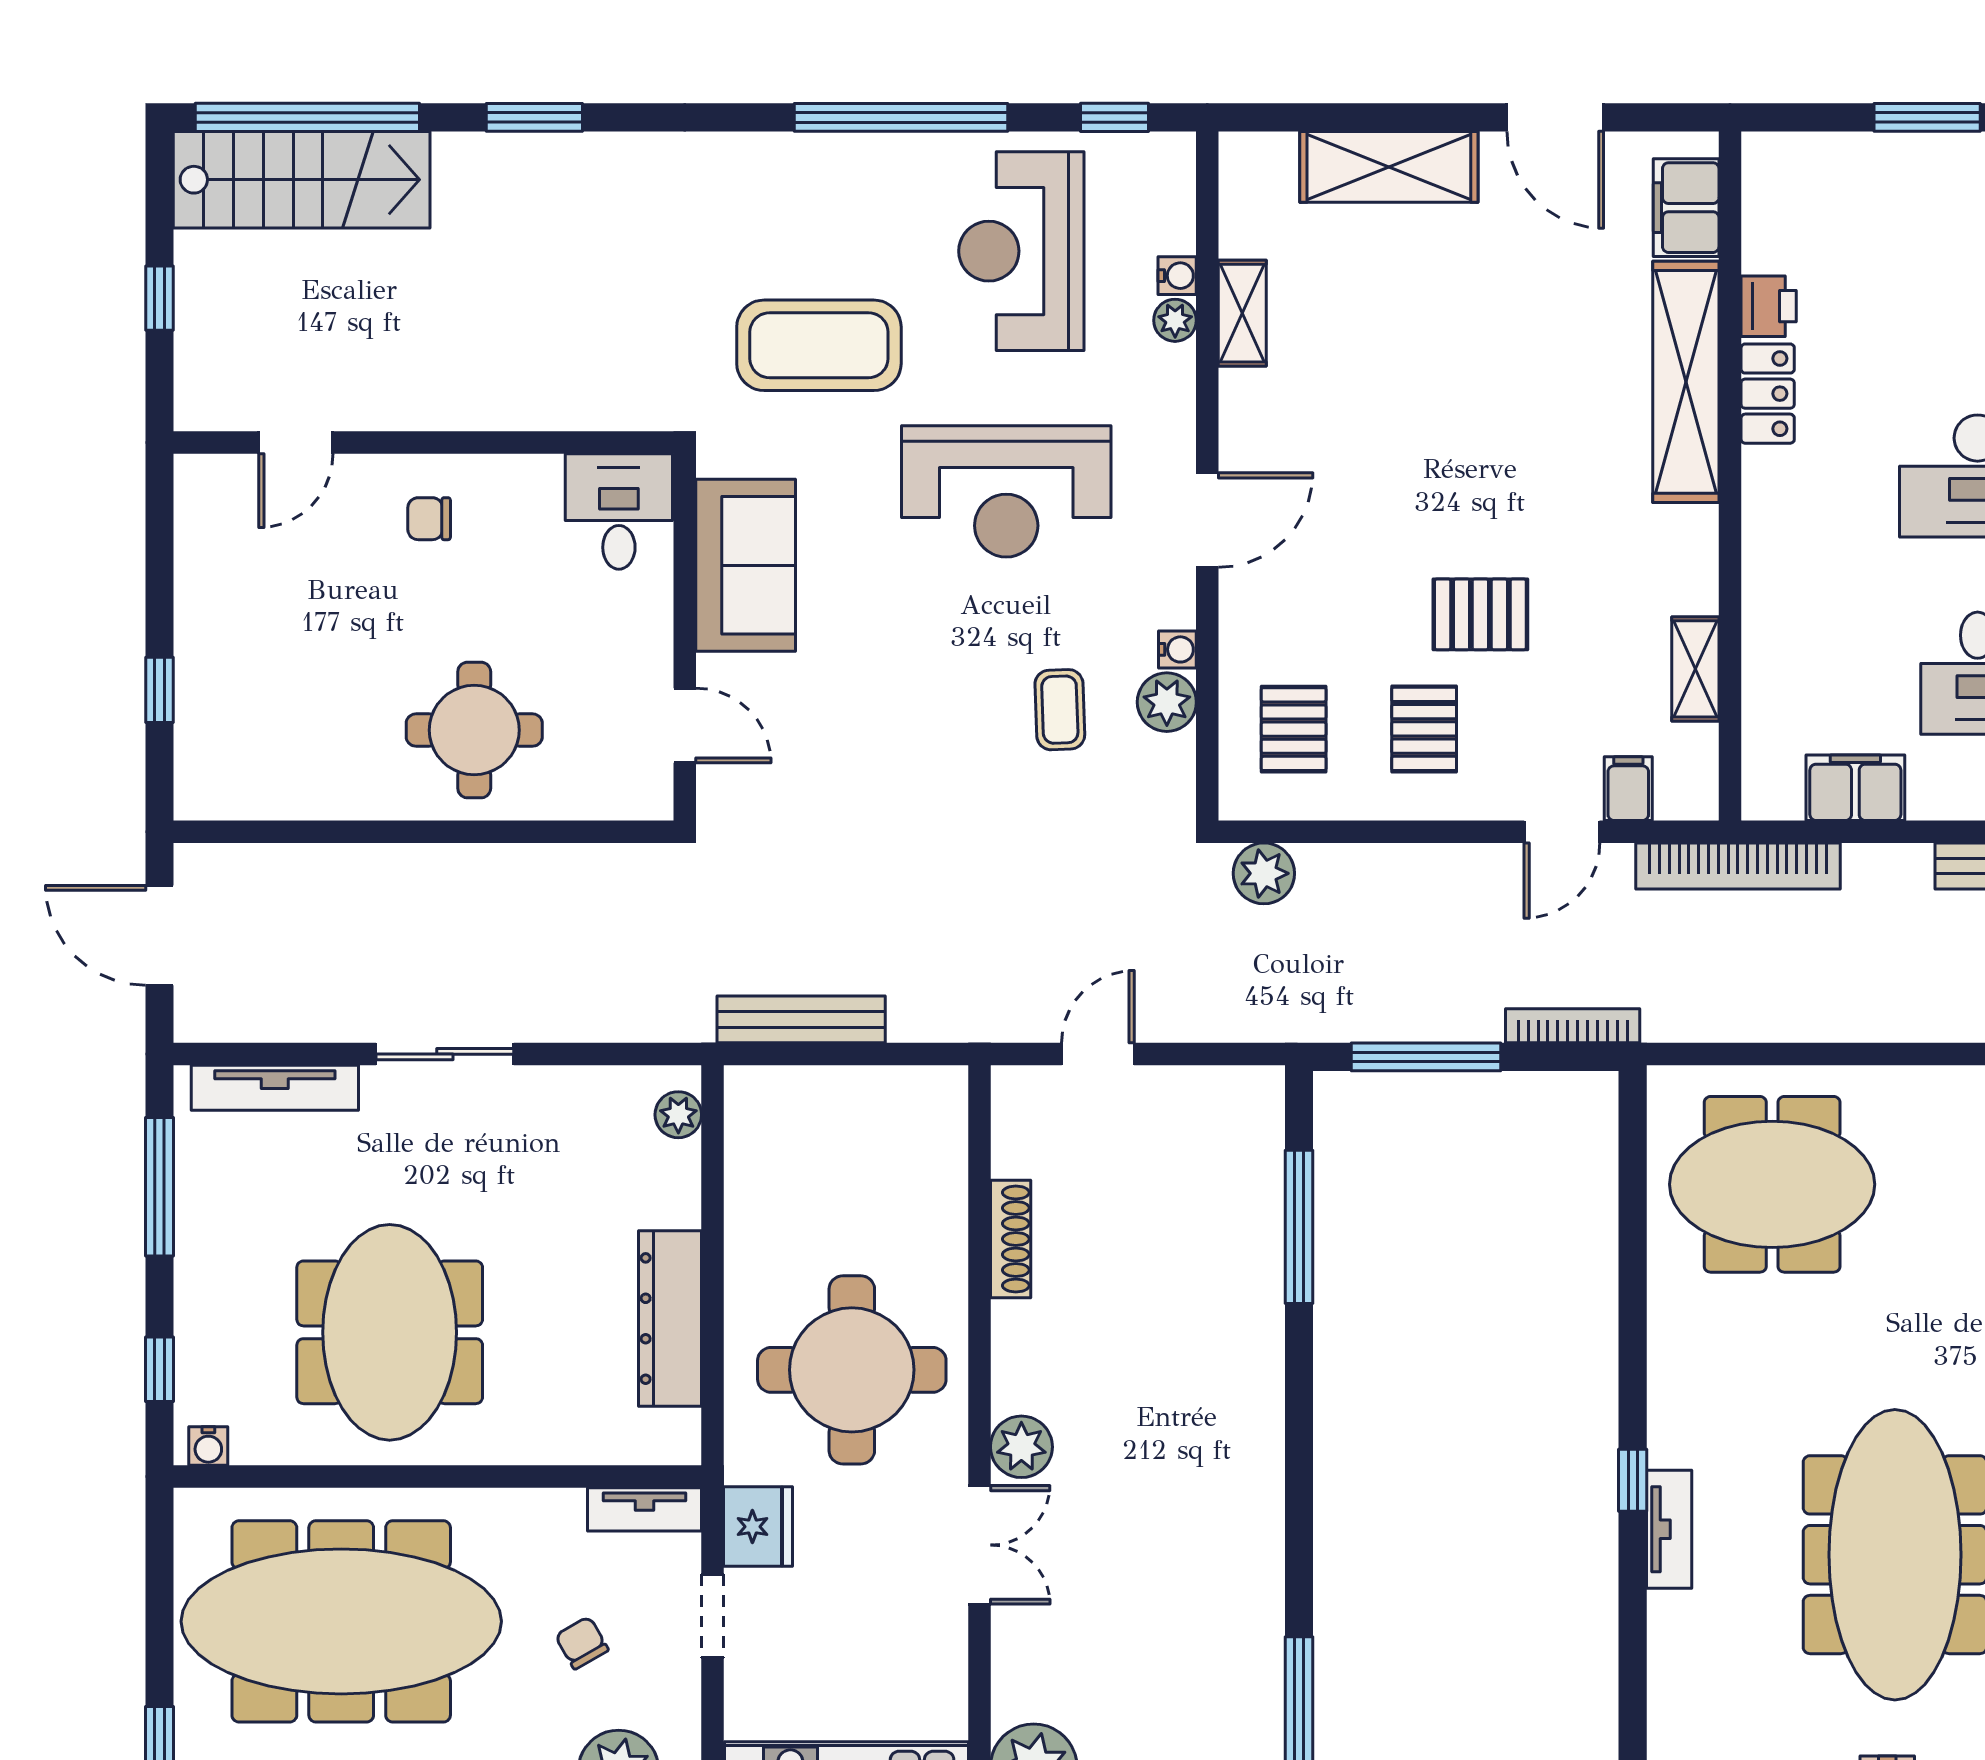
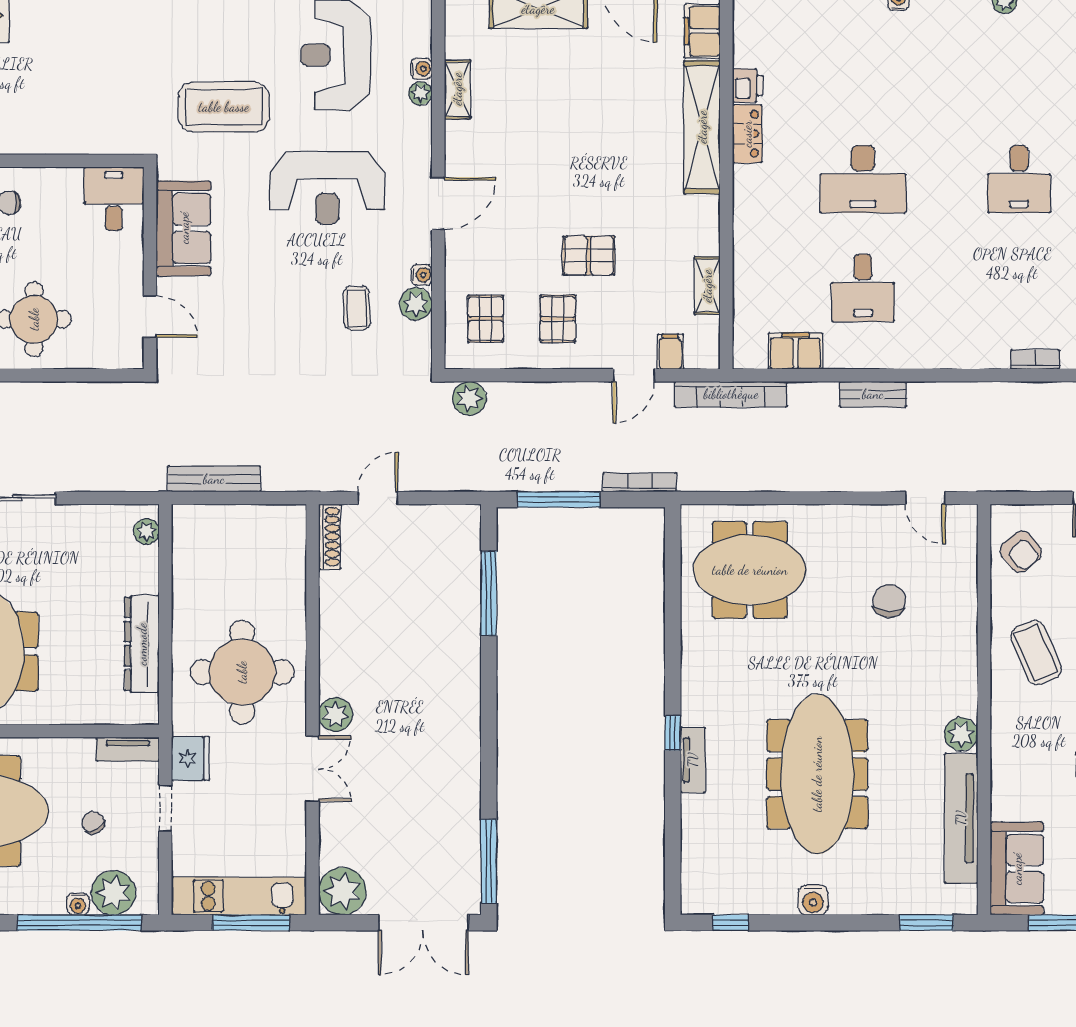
shoe rack: (1011, 1239) -> (330, 537), moved

